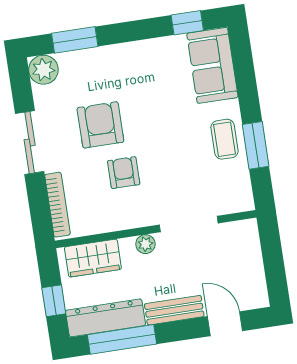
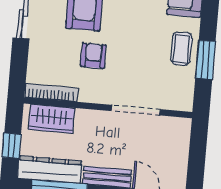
bookcase: (58, 205) -> (51, 93), moved, turned -90
plant: (145, 244) -> (97, 118), removed

